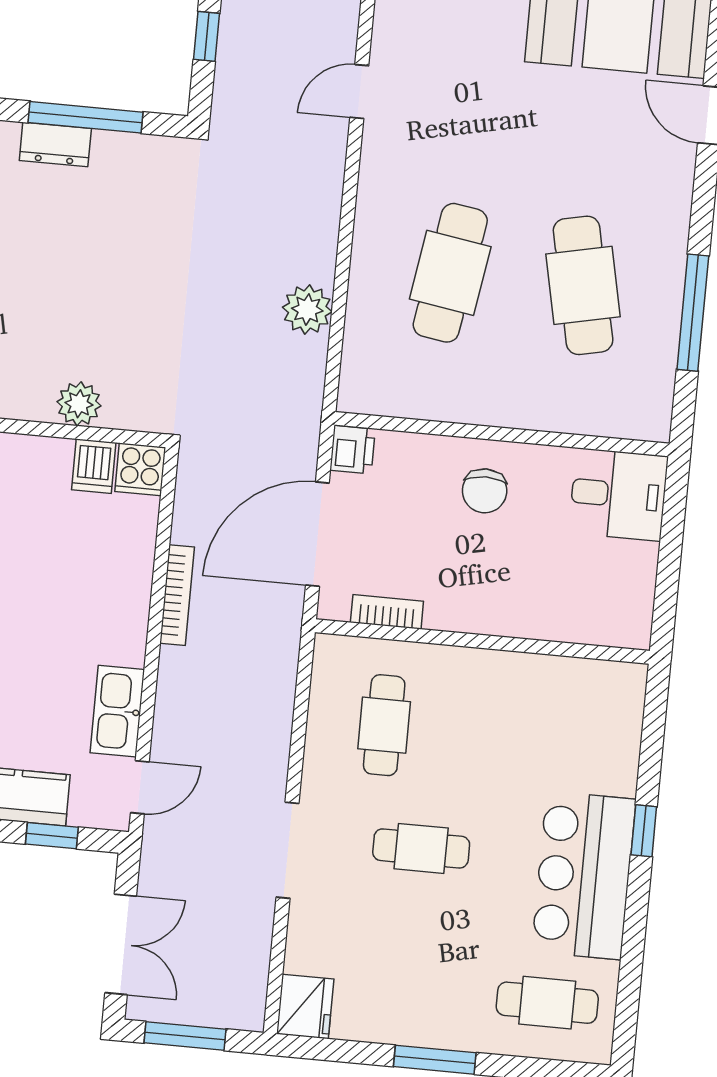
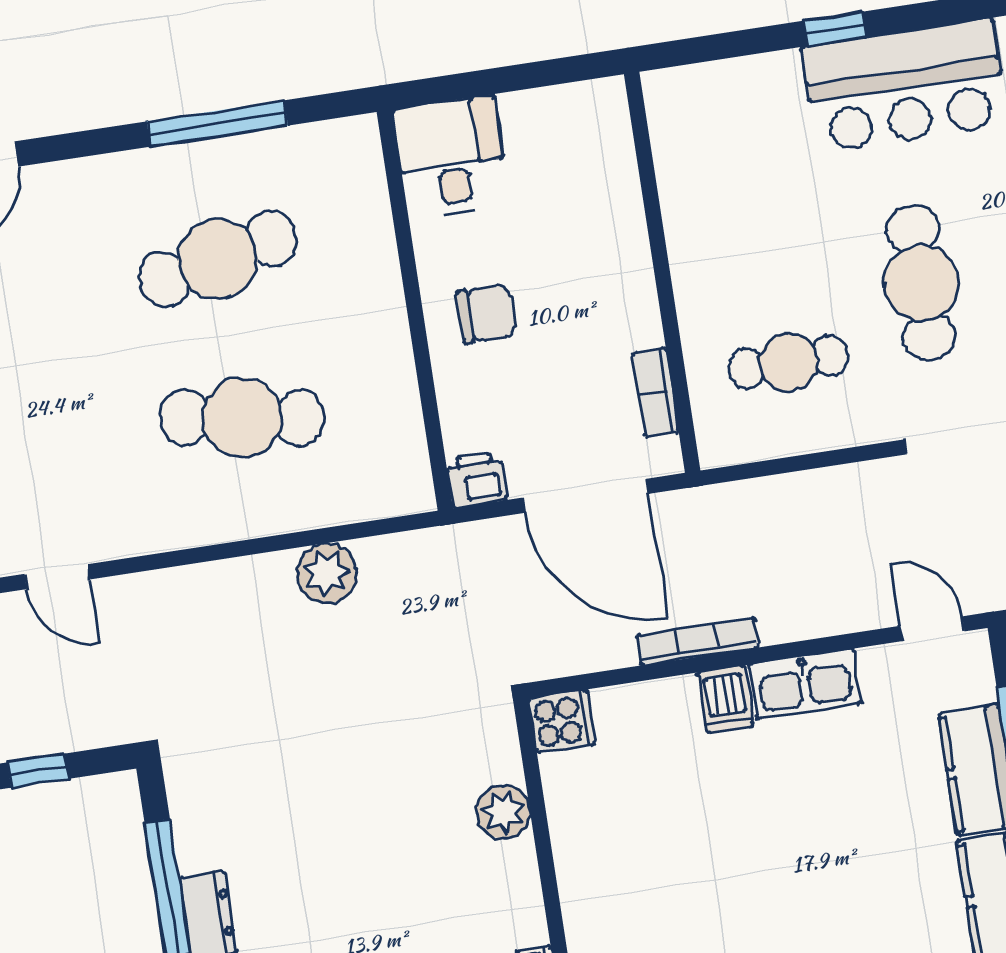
dishwasher: (94, 466) -> (726, 699), moved, turned 90
kitchen sink: (117, 711) -> (805, 684), moved
cafe table: (421, 848) -> (921, 283), width x1.37, depth x1.35

